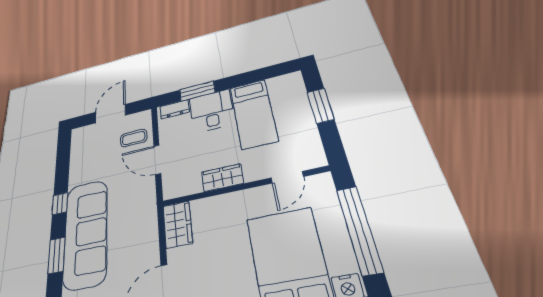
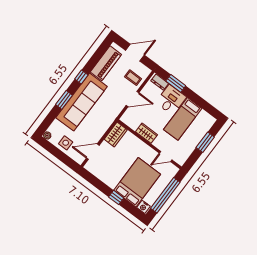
piano: (82, 158) -> (106, 63), added
door: (157, 160) -> (133, 99), swing flipped

